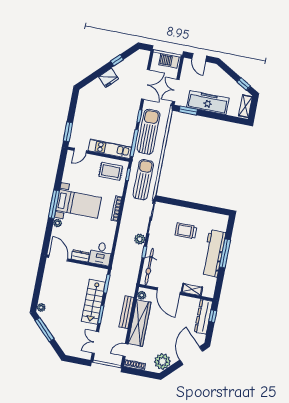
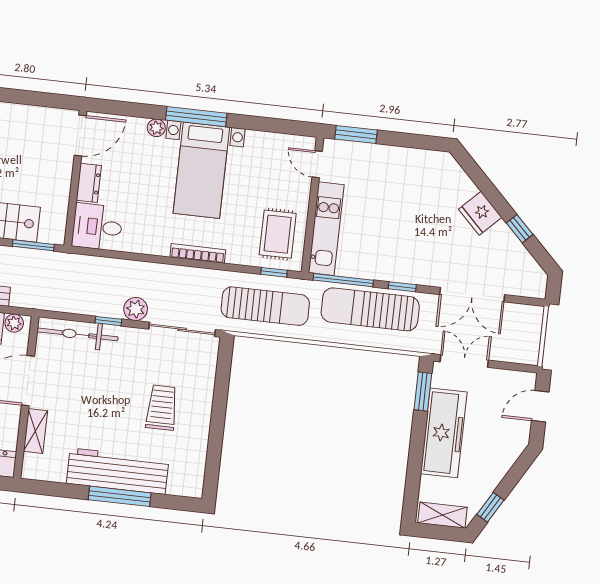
barbecue: (169, 61) -> (528, 341), removed
sun lounger: (149, 132) -> (370, 309), turned 180

